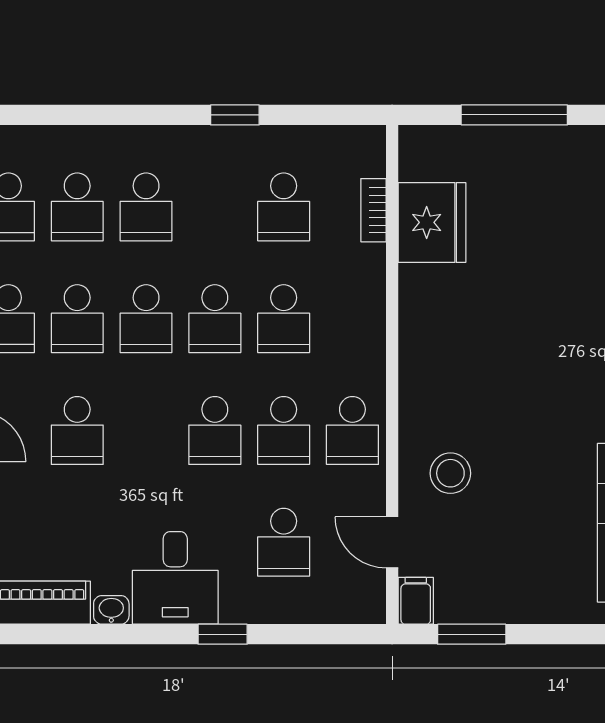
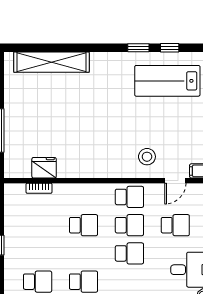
school desk: (284, 207) -> (38, 225), removed
fridge: (432, 222) -> (44, 168), width x0.73, depth x0.75
school desk: (215, 319) -> (84, 253), removed

